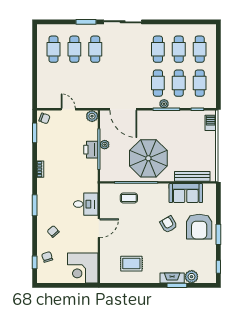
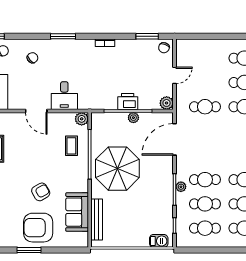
cafe table: (95, 83) -> (205, 107), added
plant: (106, 189) -> (82, 119), added

